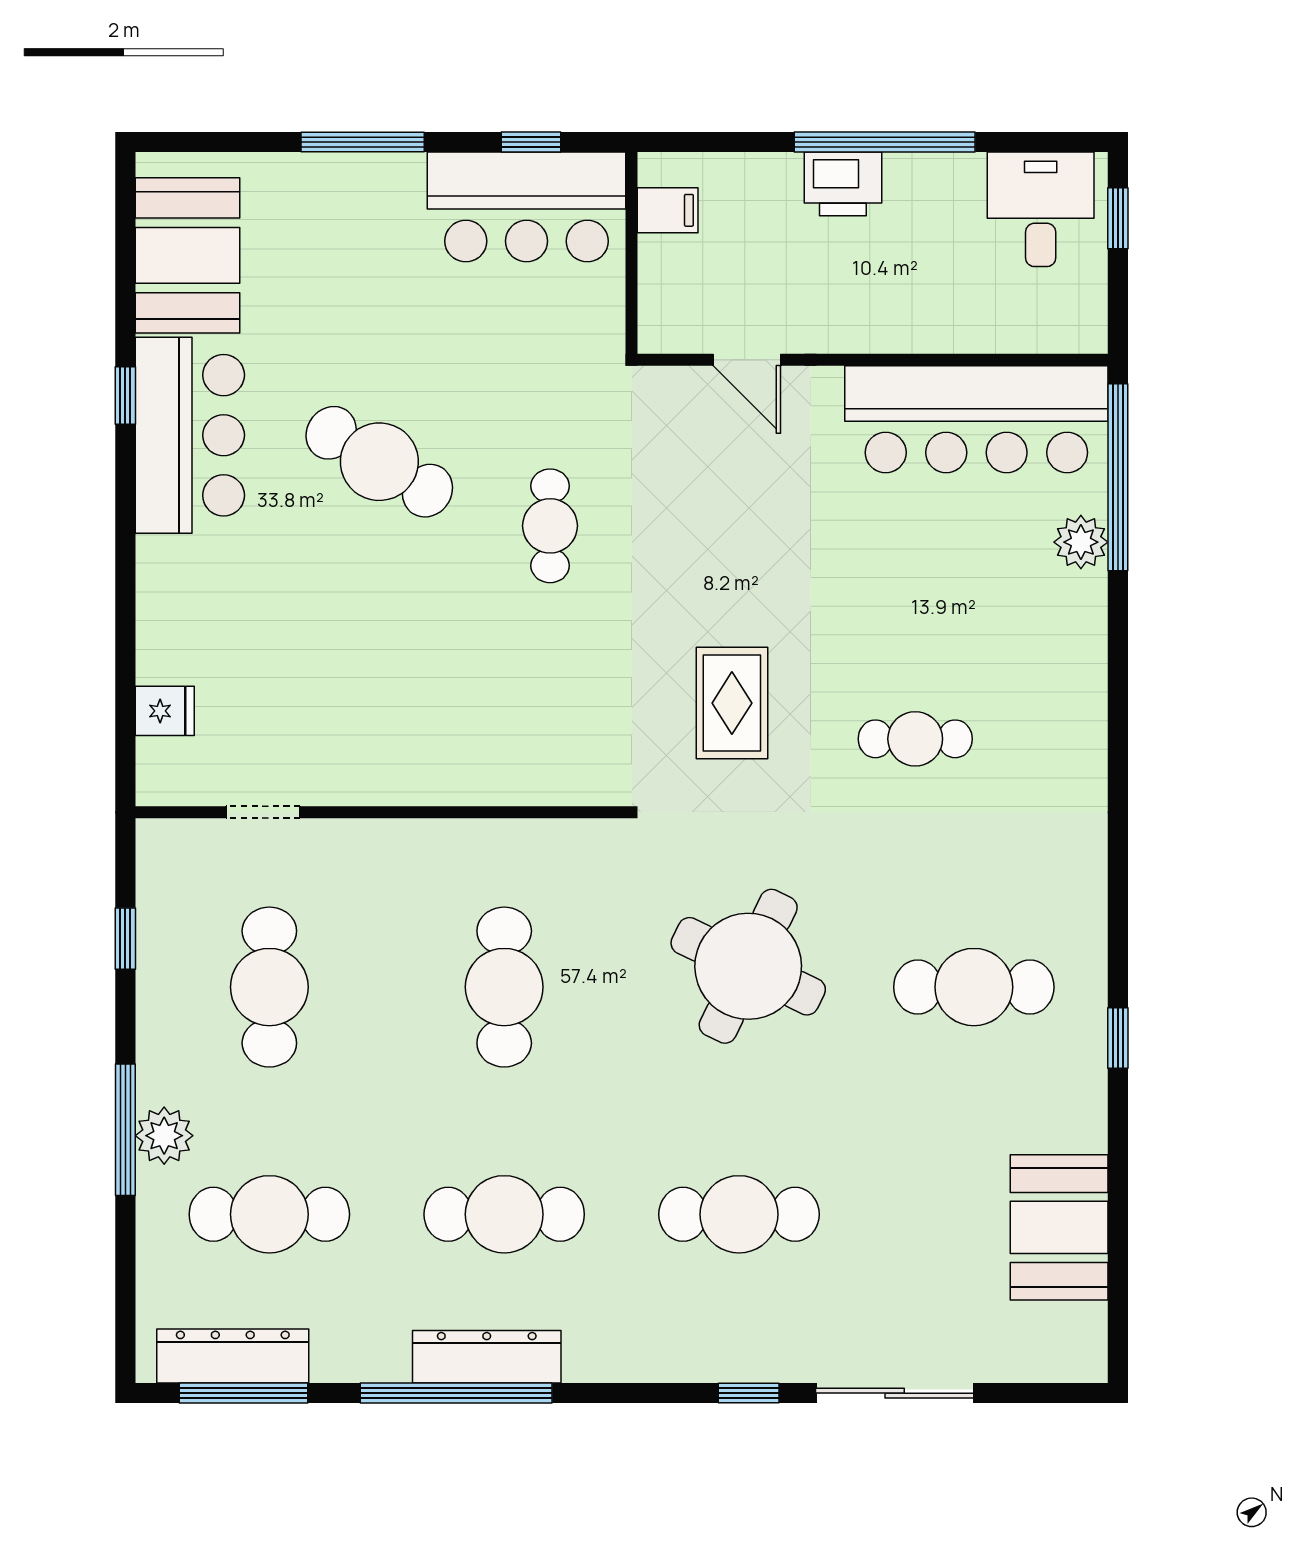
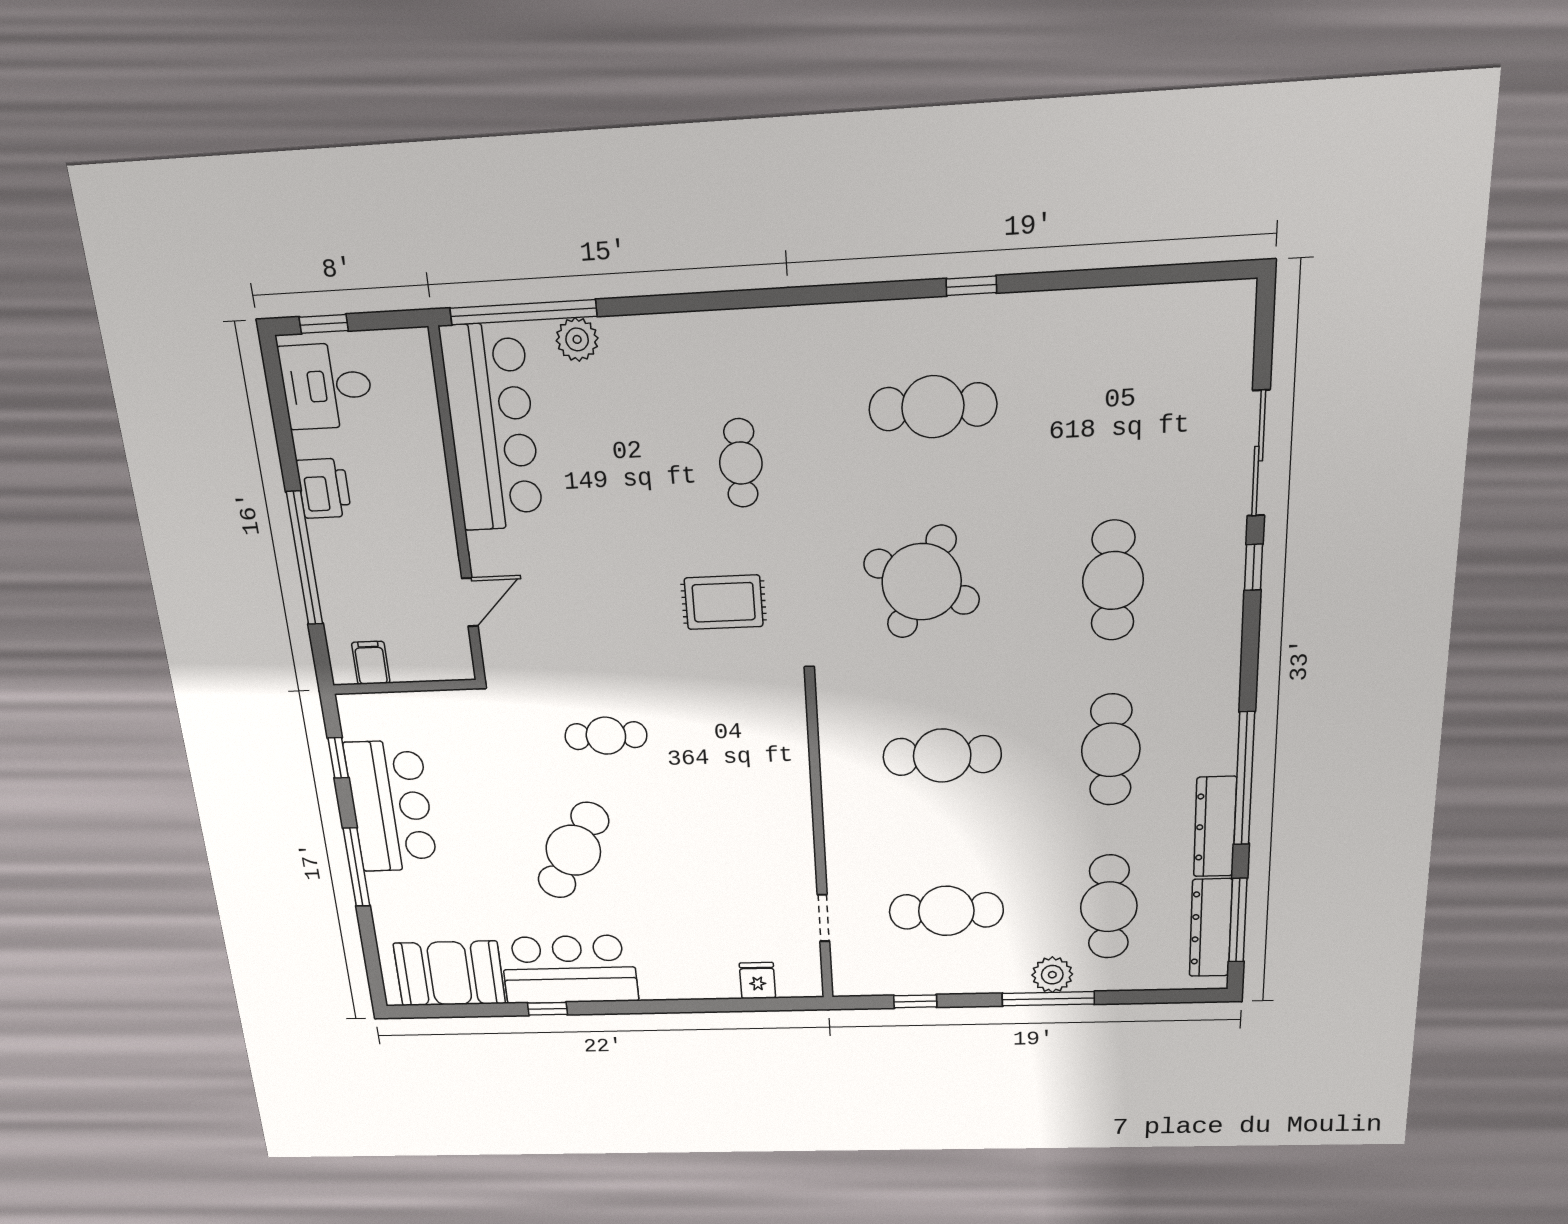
window: (885, 142) -> (305, 558), moved
printer: (843, 184) -> (324, 488), moved
bar counter: (527, 207) -> (391, 806), moved
cafe table: (974, 987) -> (933, 407), turned 90
booth: (1059, 1227) -> (1127, 326), removed
dresser: (487, 1357) -> (1215, 827), moved

